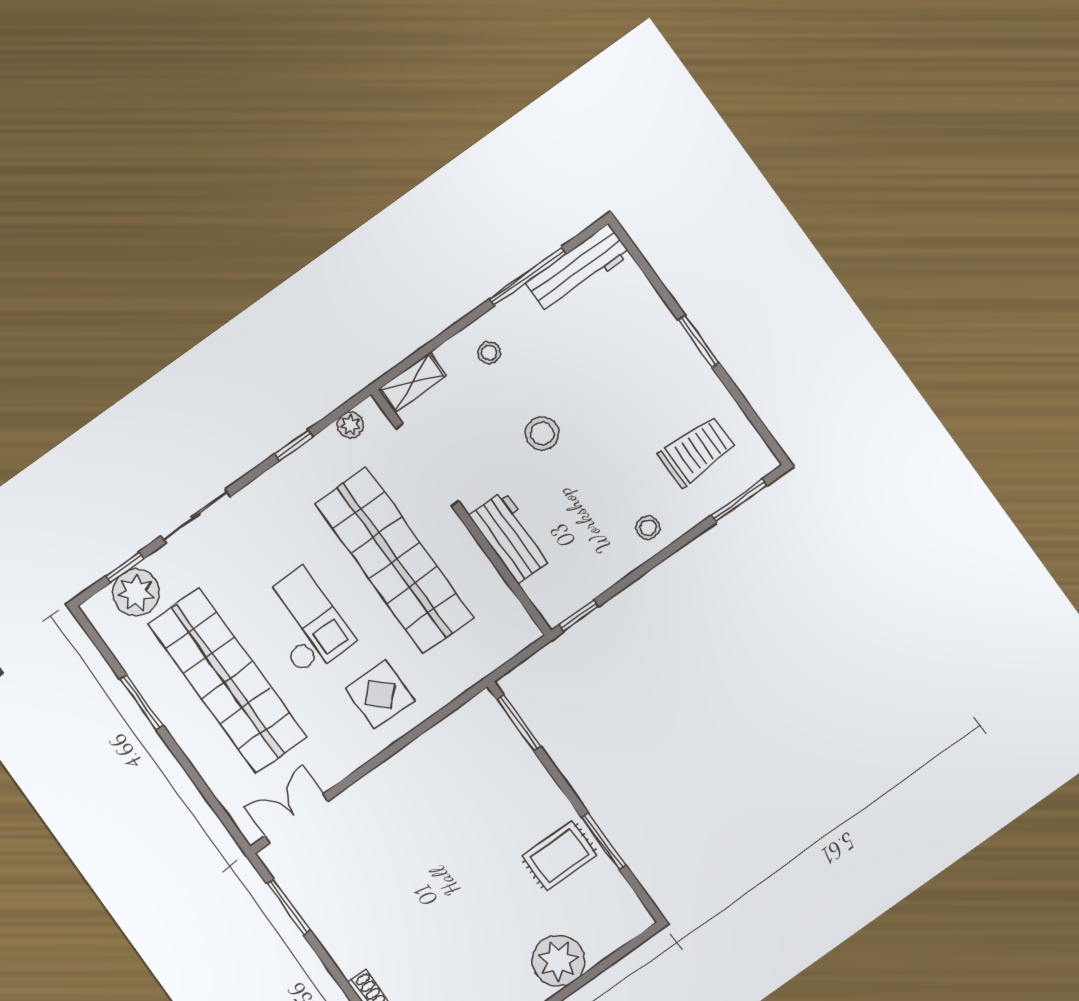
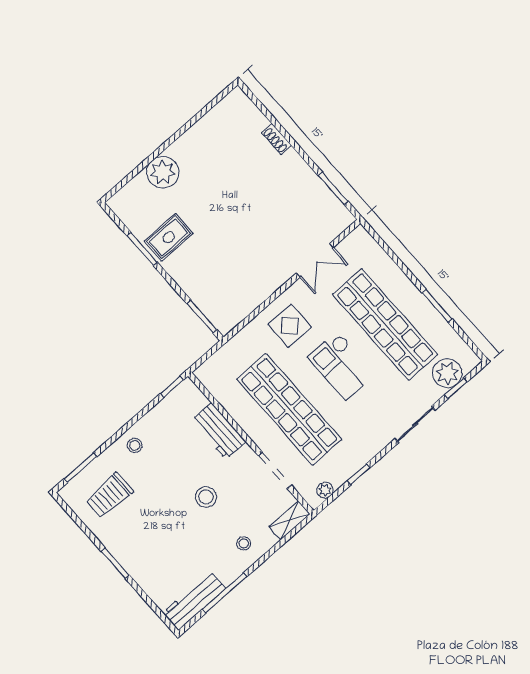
doorway: (427, 465) -> (275, 470), width x0.73
double door: (296, 819) -> (315, 260), moved

